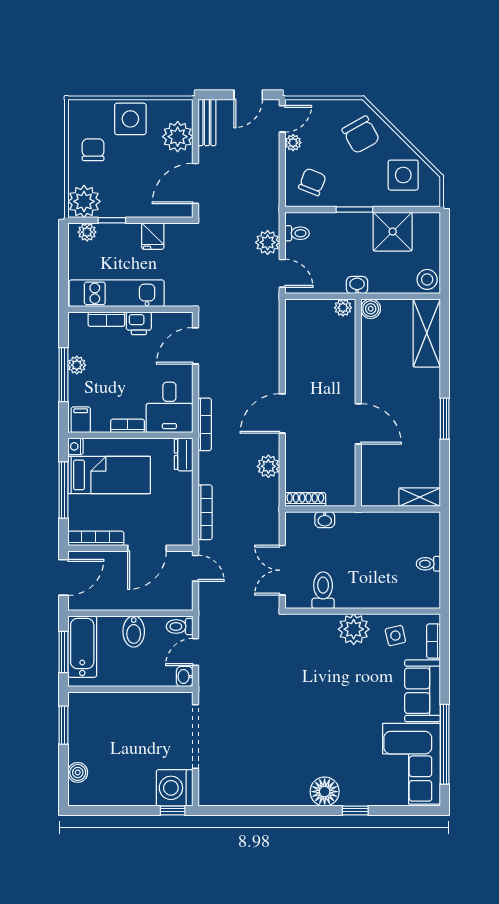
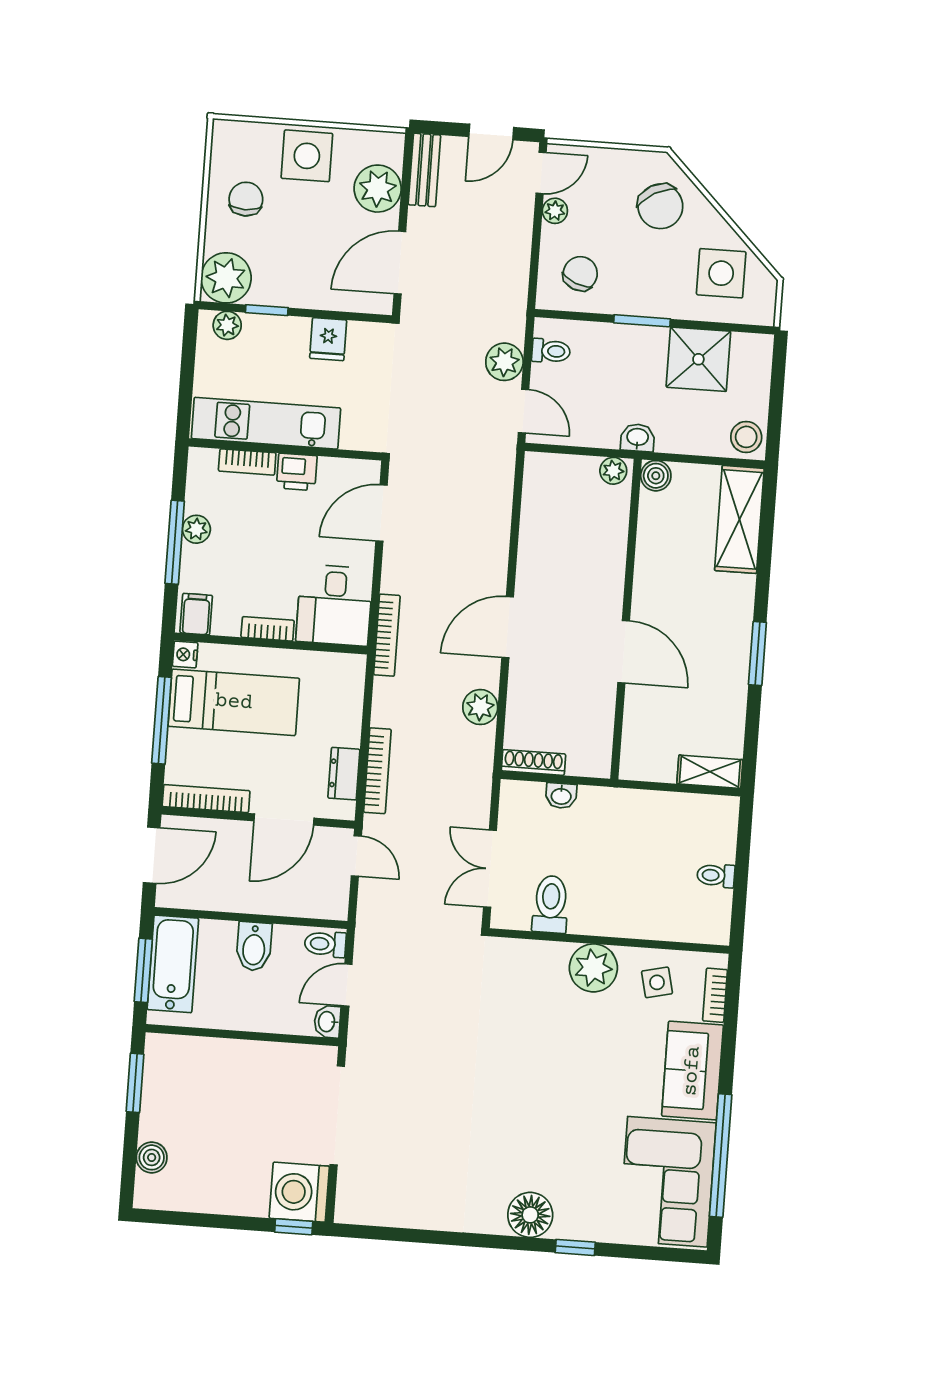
dresser: (184, 454) -> (344, 774), moved

